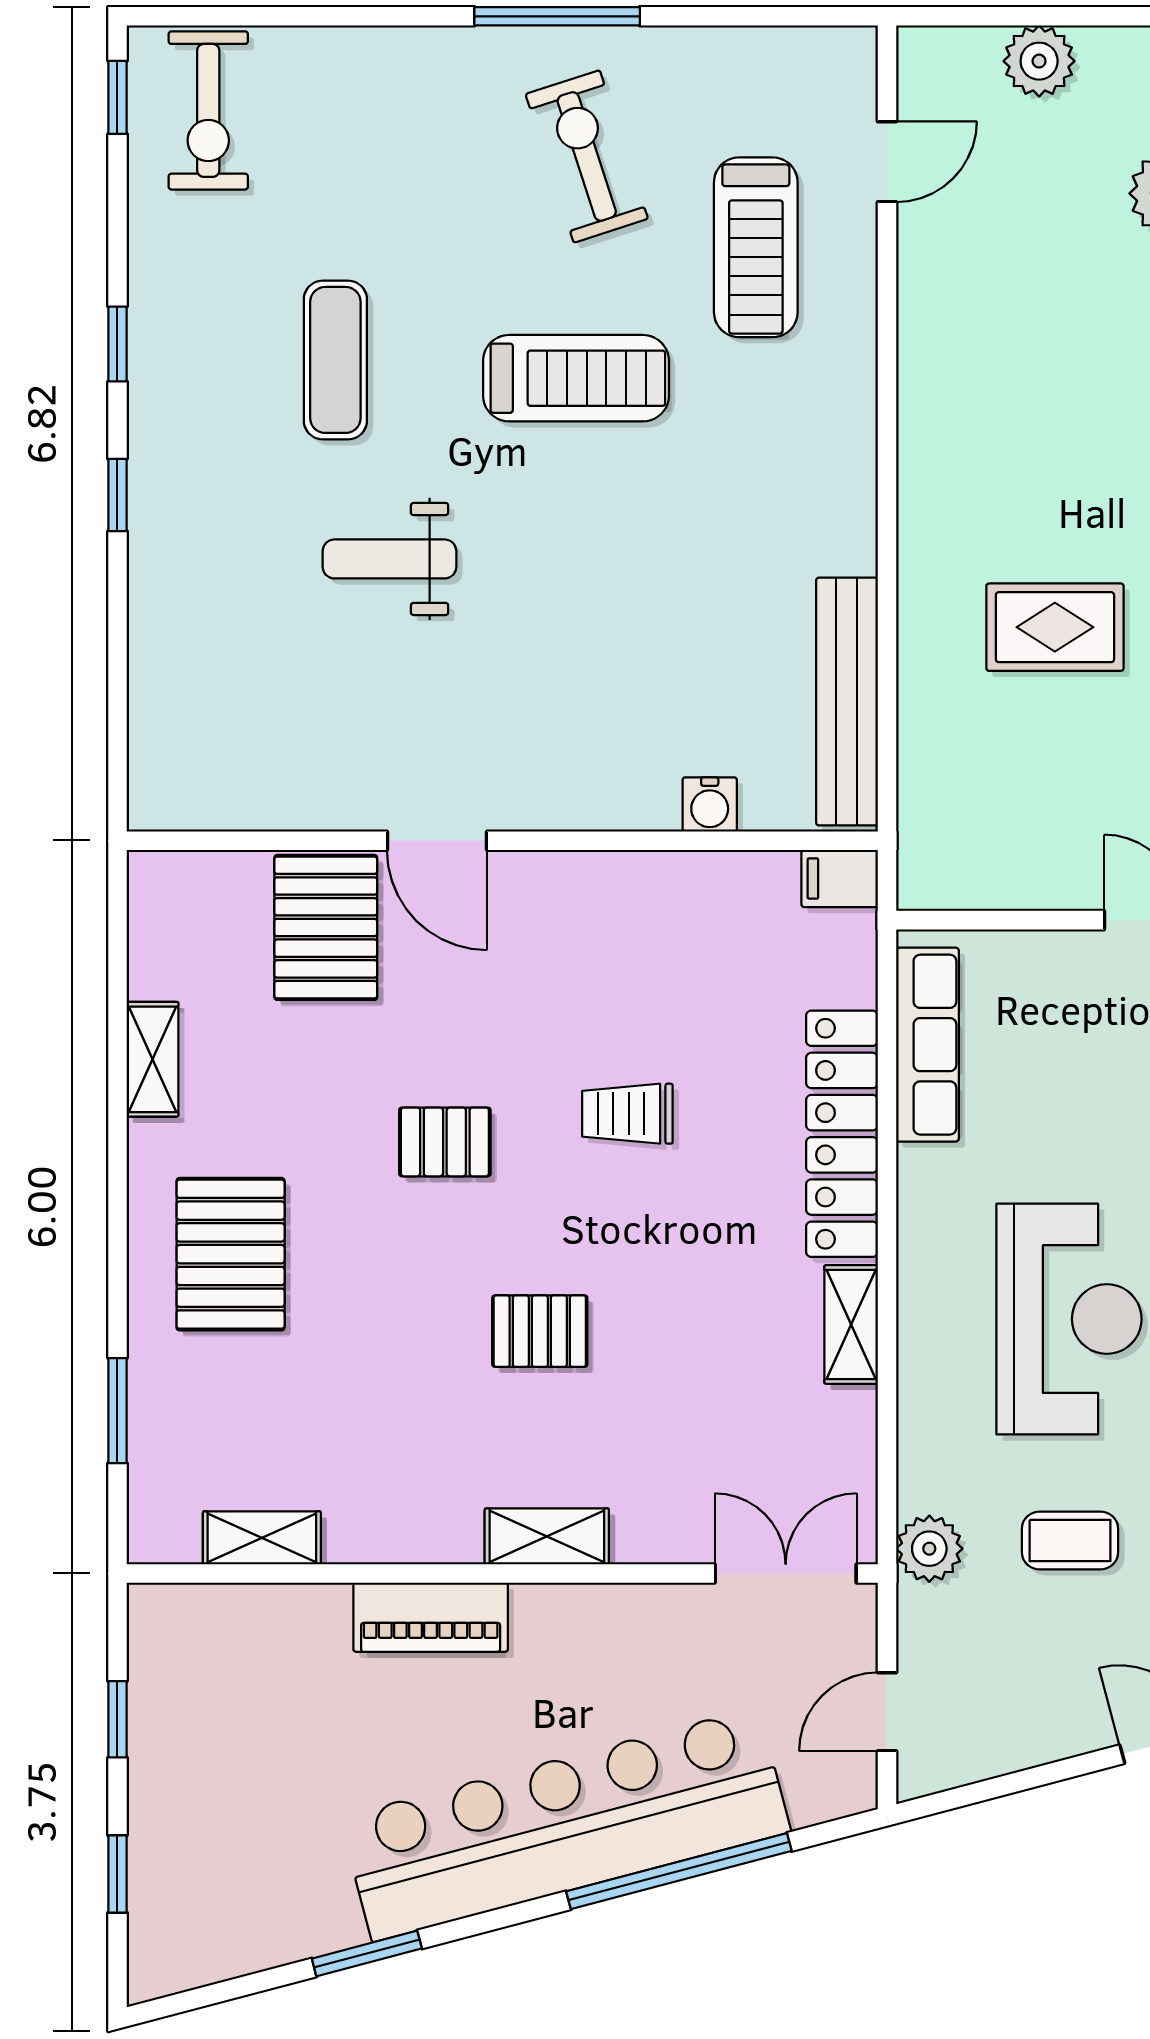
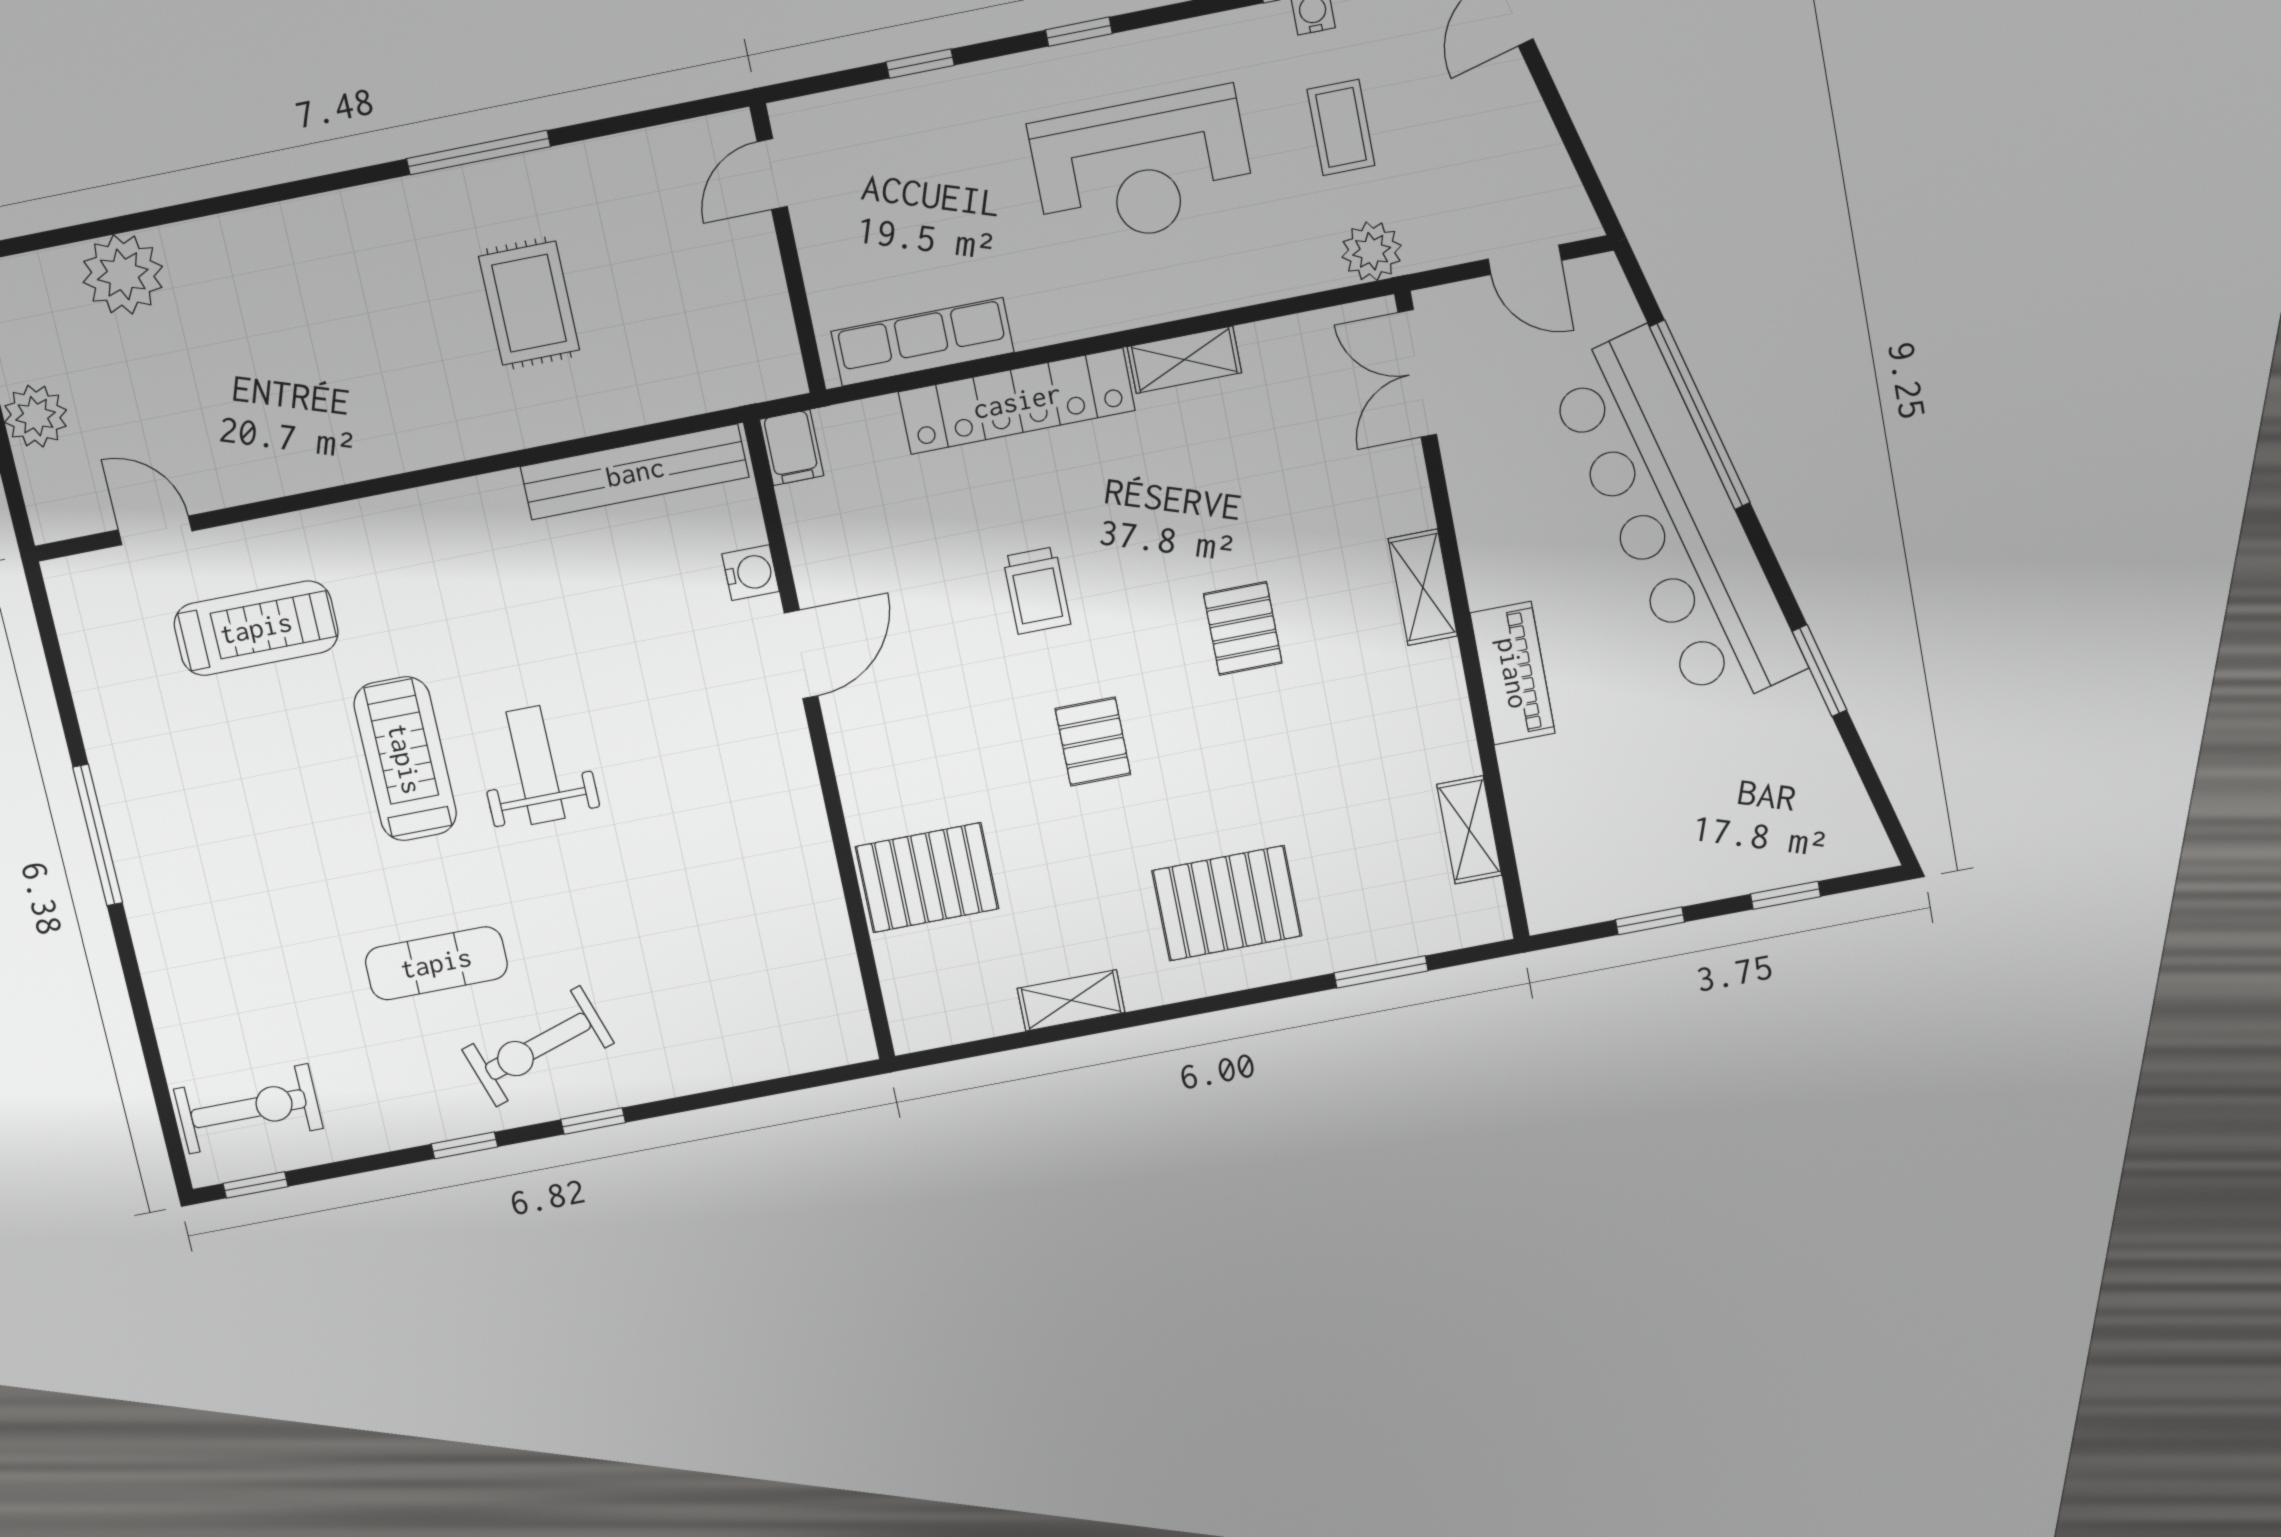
exercise bike: (587, 156) -> (538, 1046), moved
weight bench: (389, 559) -> (536, 765), moved, turned 180
door: (437, 841) -> (801, 654), moved
reception desk: (1069, 1319) -> (1142, 168), turned 180

